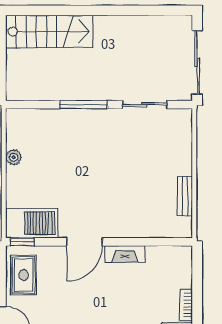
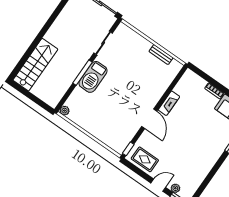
plant: (14, 157) -> (64, 111), moved
barbecue: (32, 223) -> (93, 77), moved, turned 180

